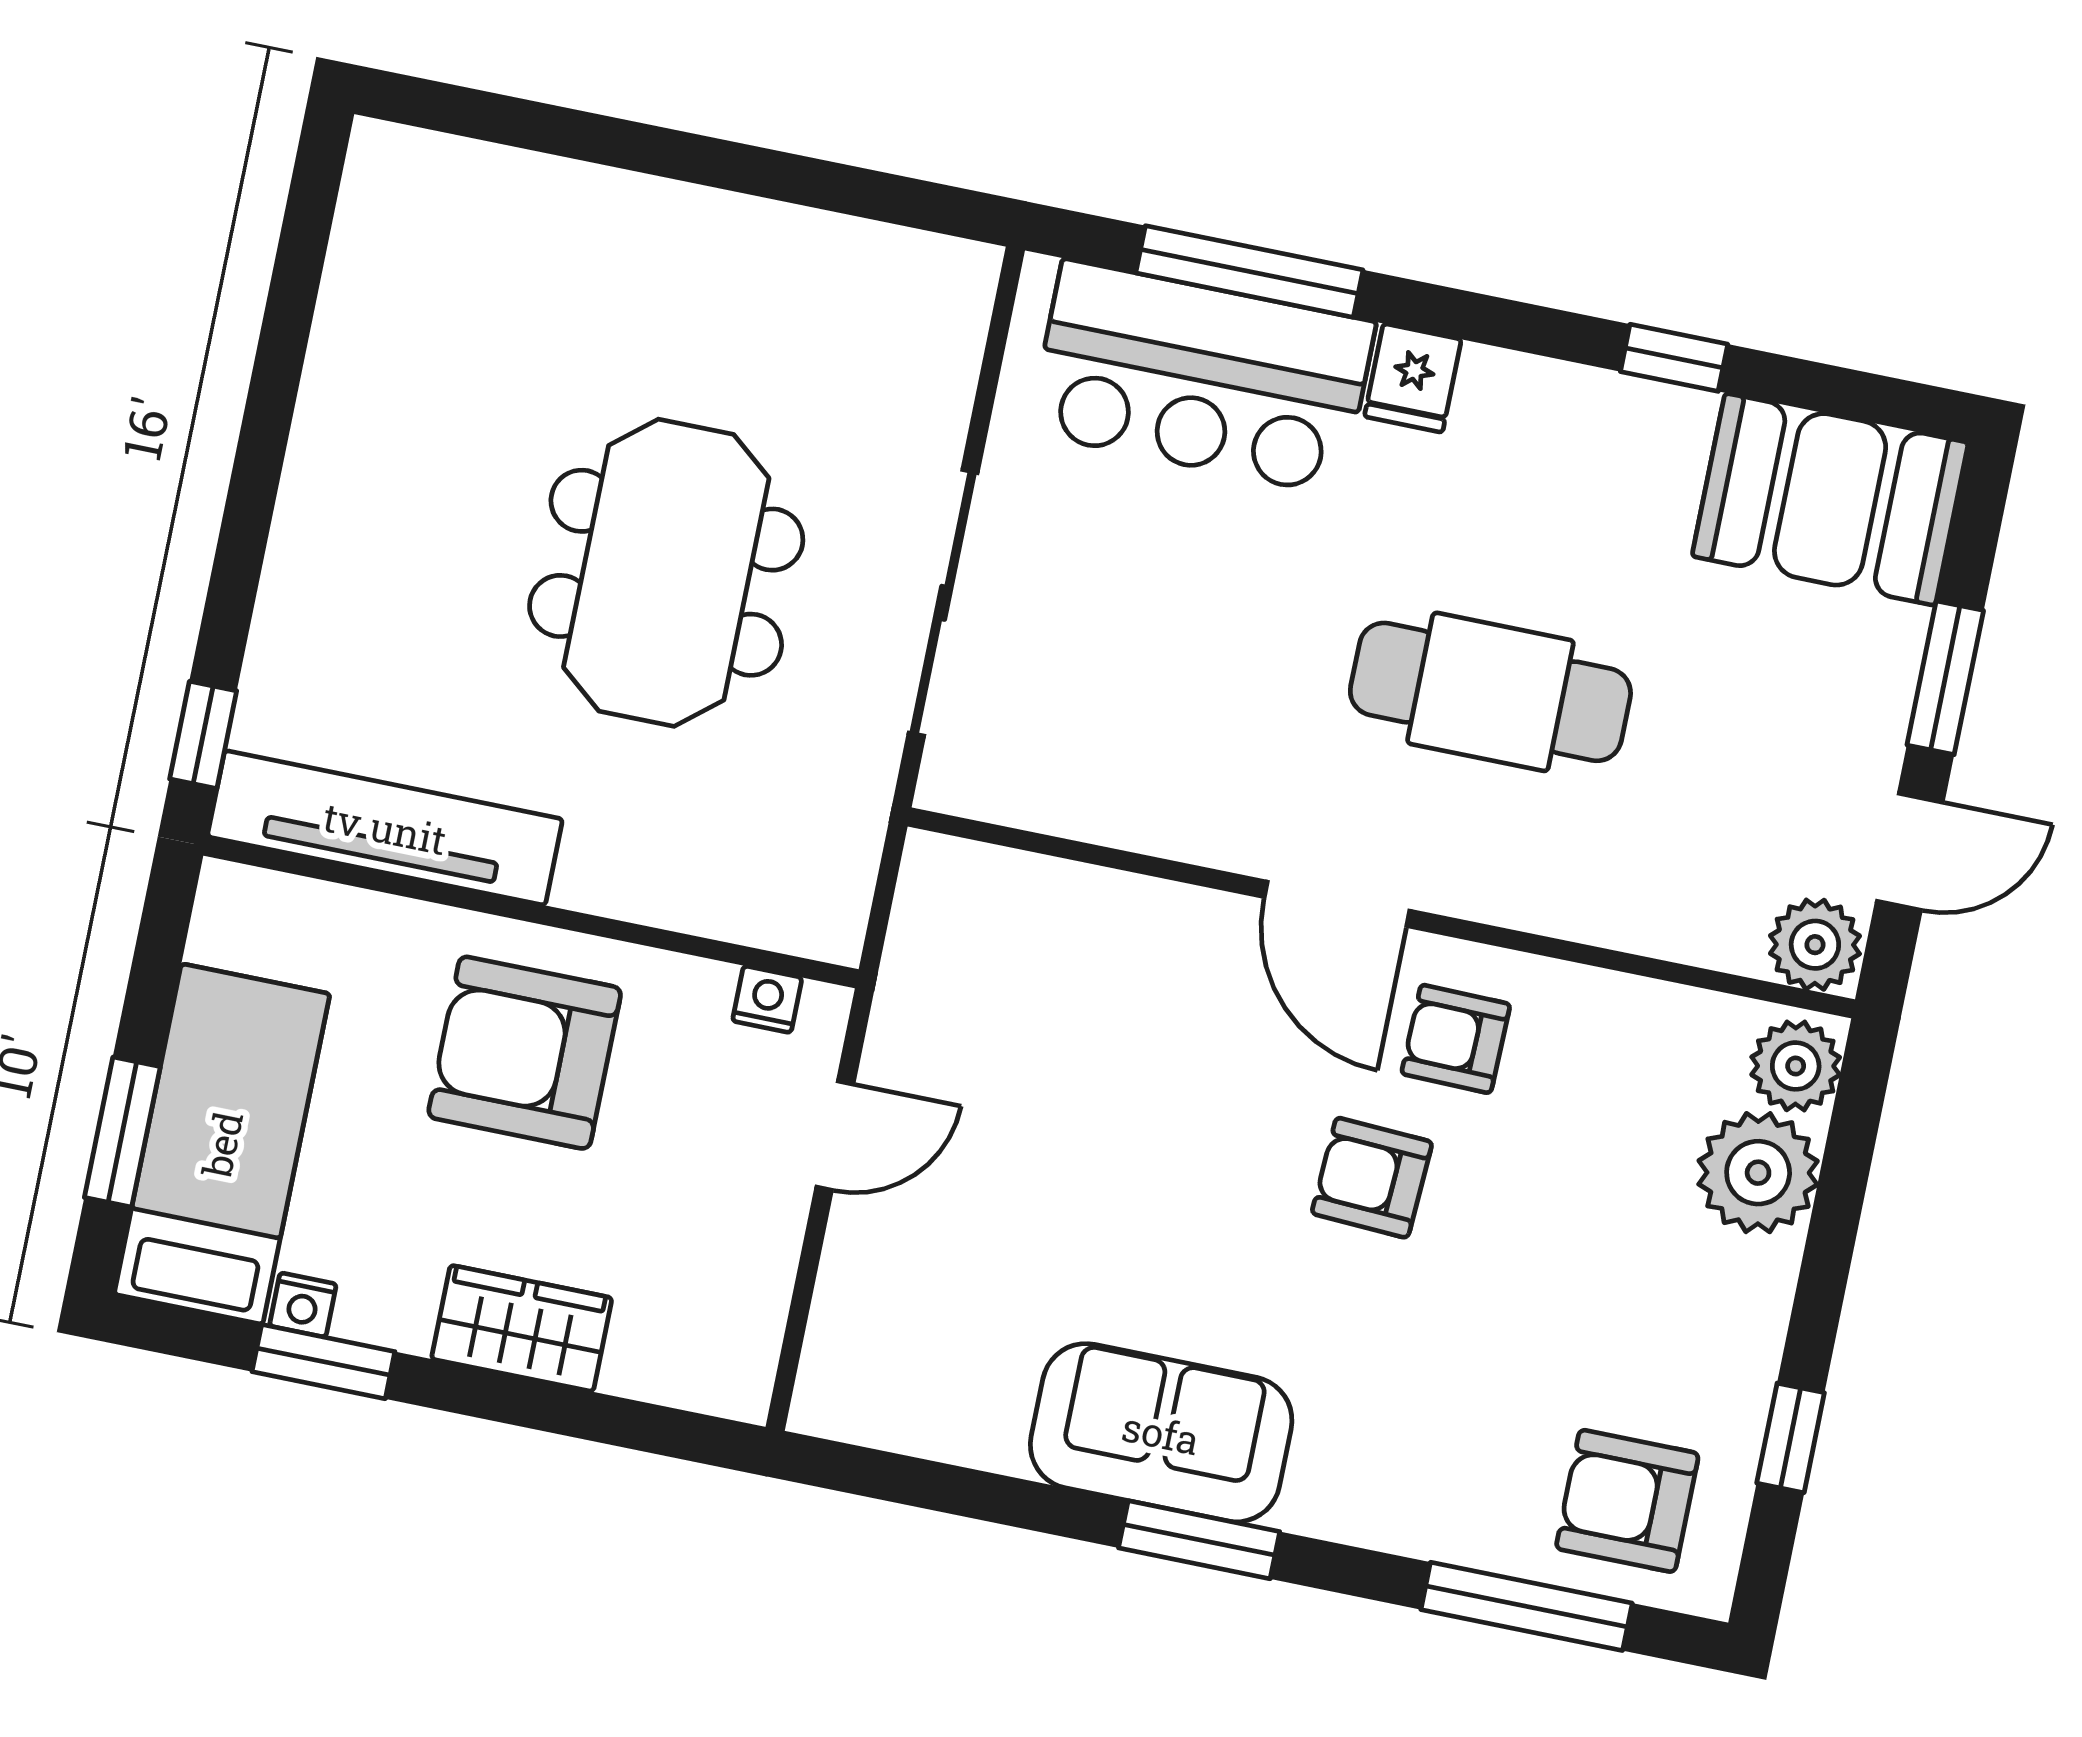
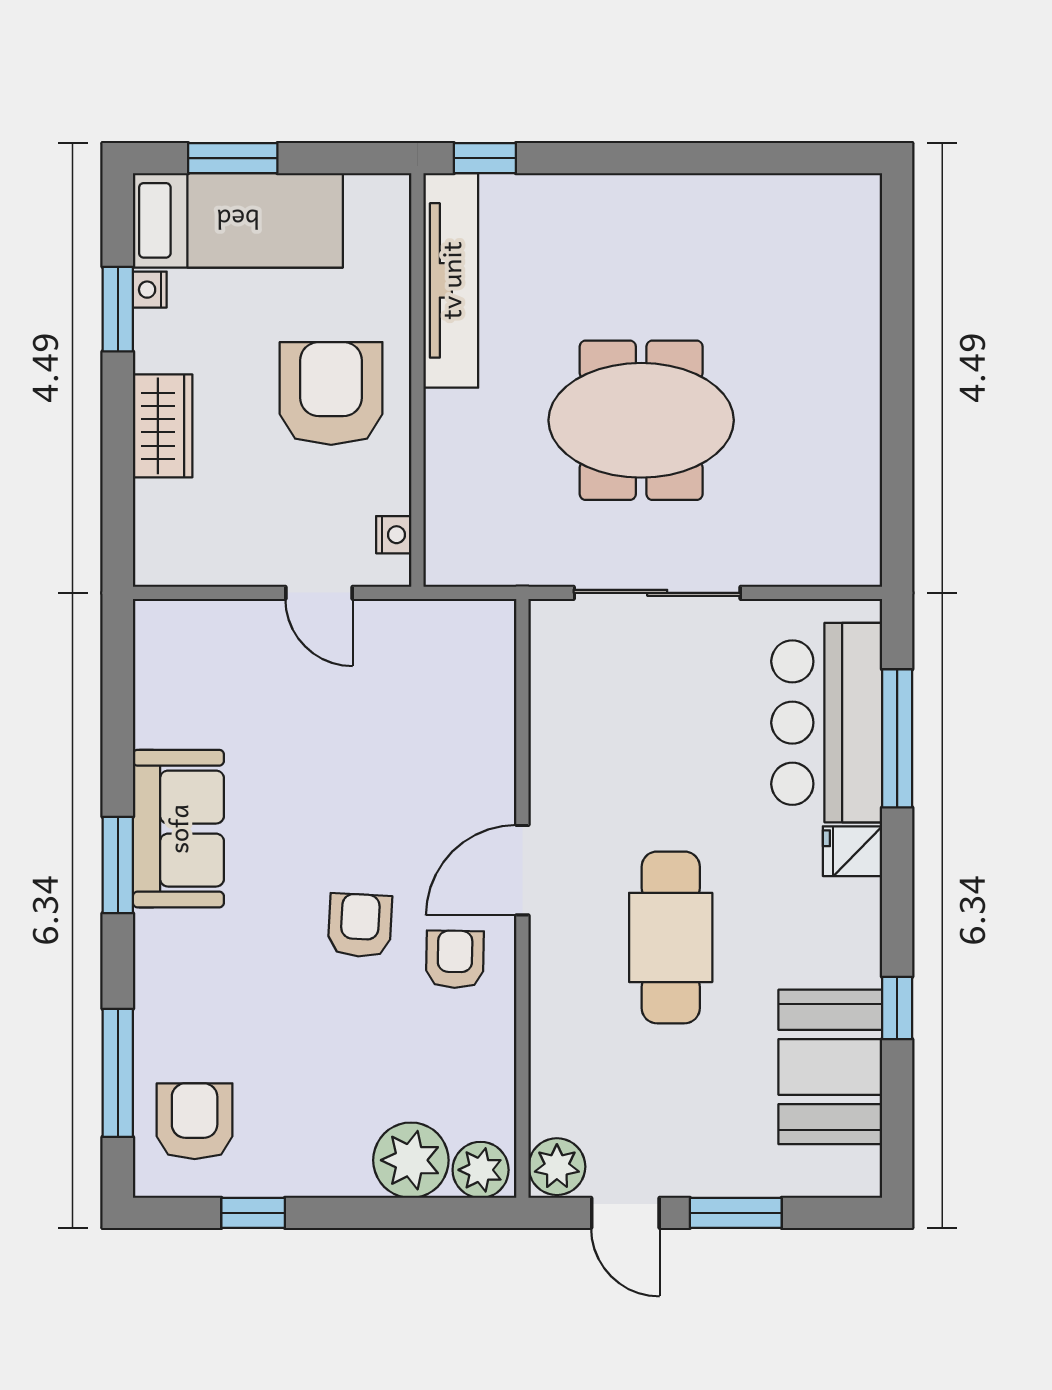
booth: (1830, 499) -> (830, 1067), moved

